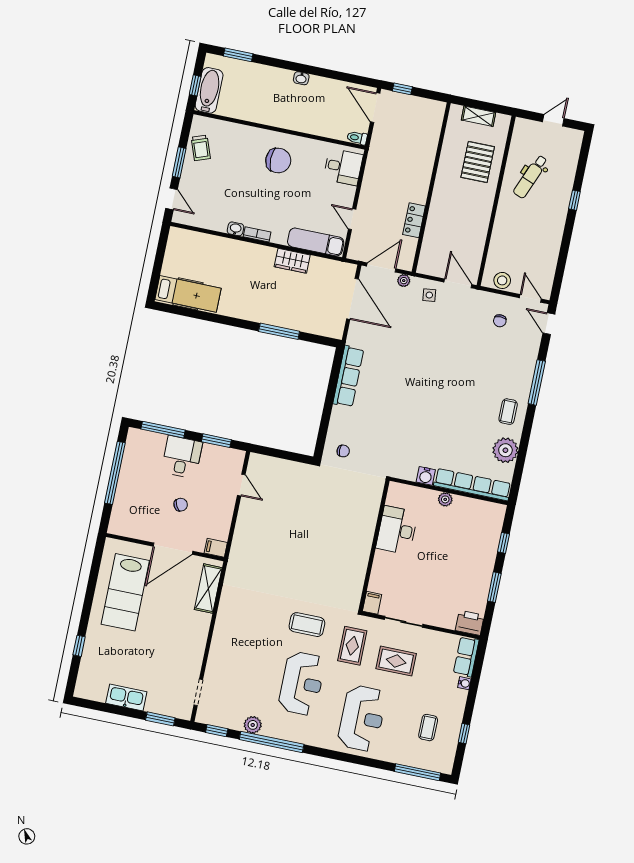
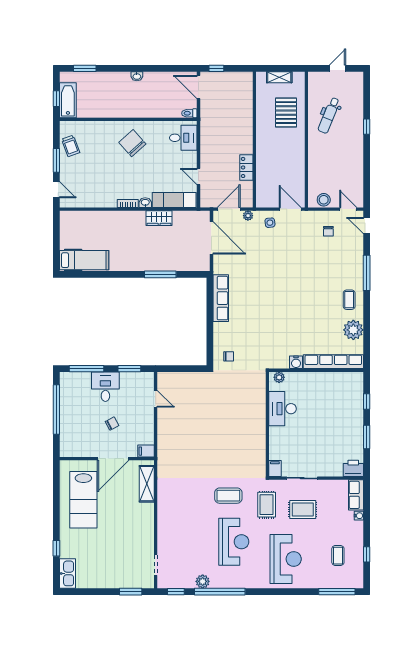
chair: (278, 161) -> (132, 143), turned -132
washbasin: (236, 229) -> (145, 203), moved
plant: (445, 499) -> (279, 377), moved
kitchen sink: (126, 697) -> (68, 573), moved, turned 90

